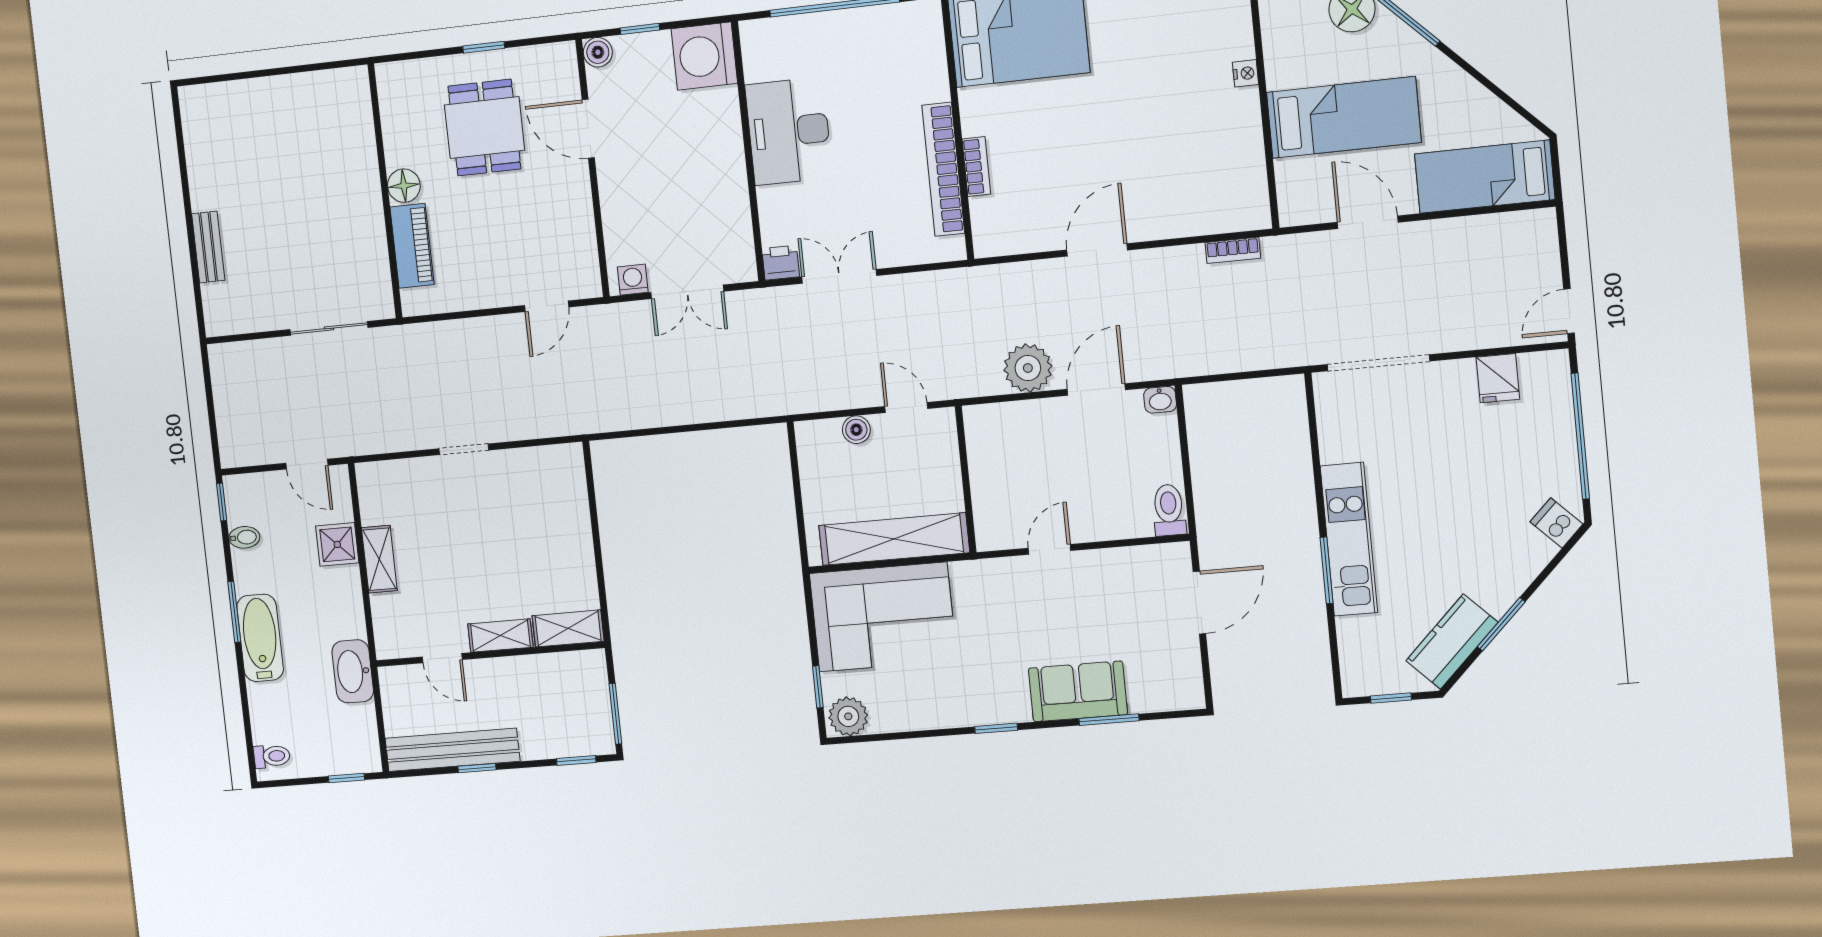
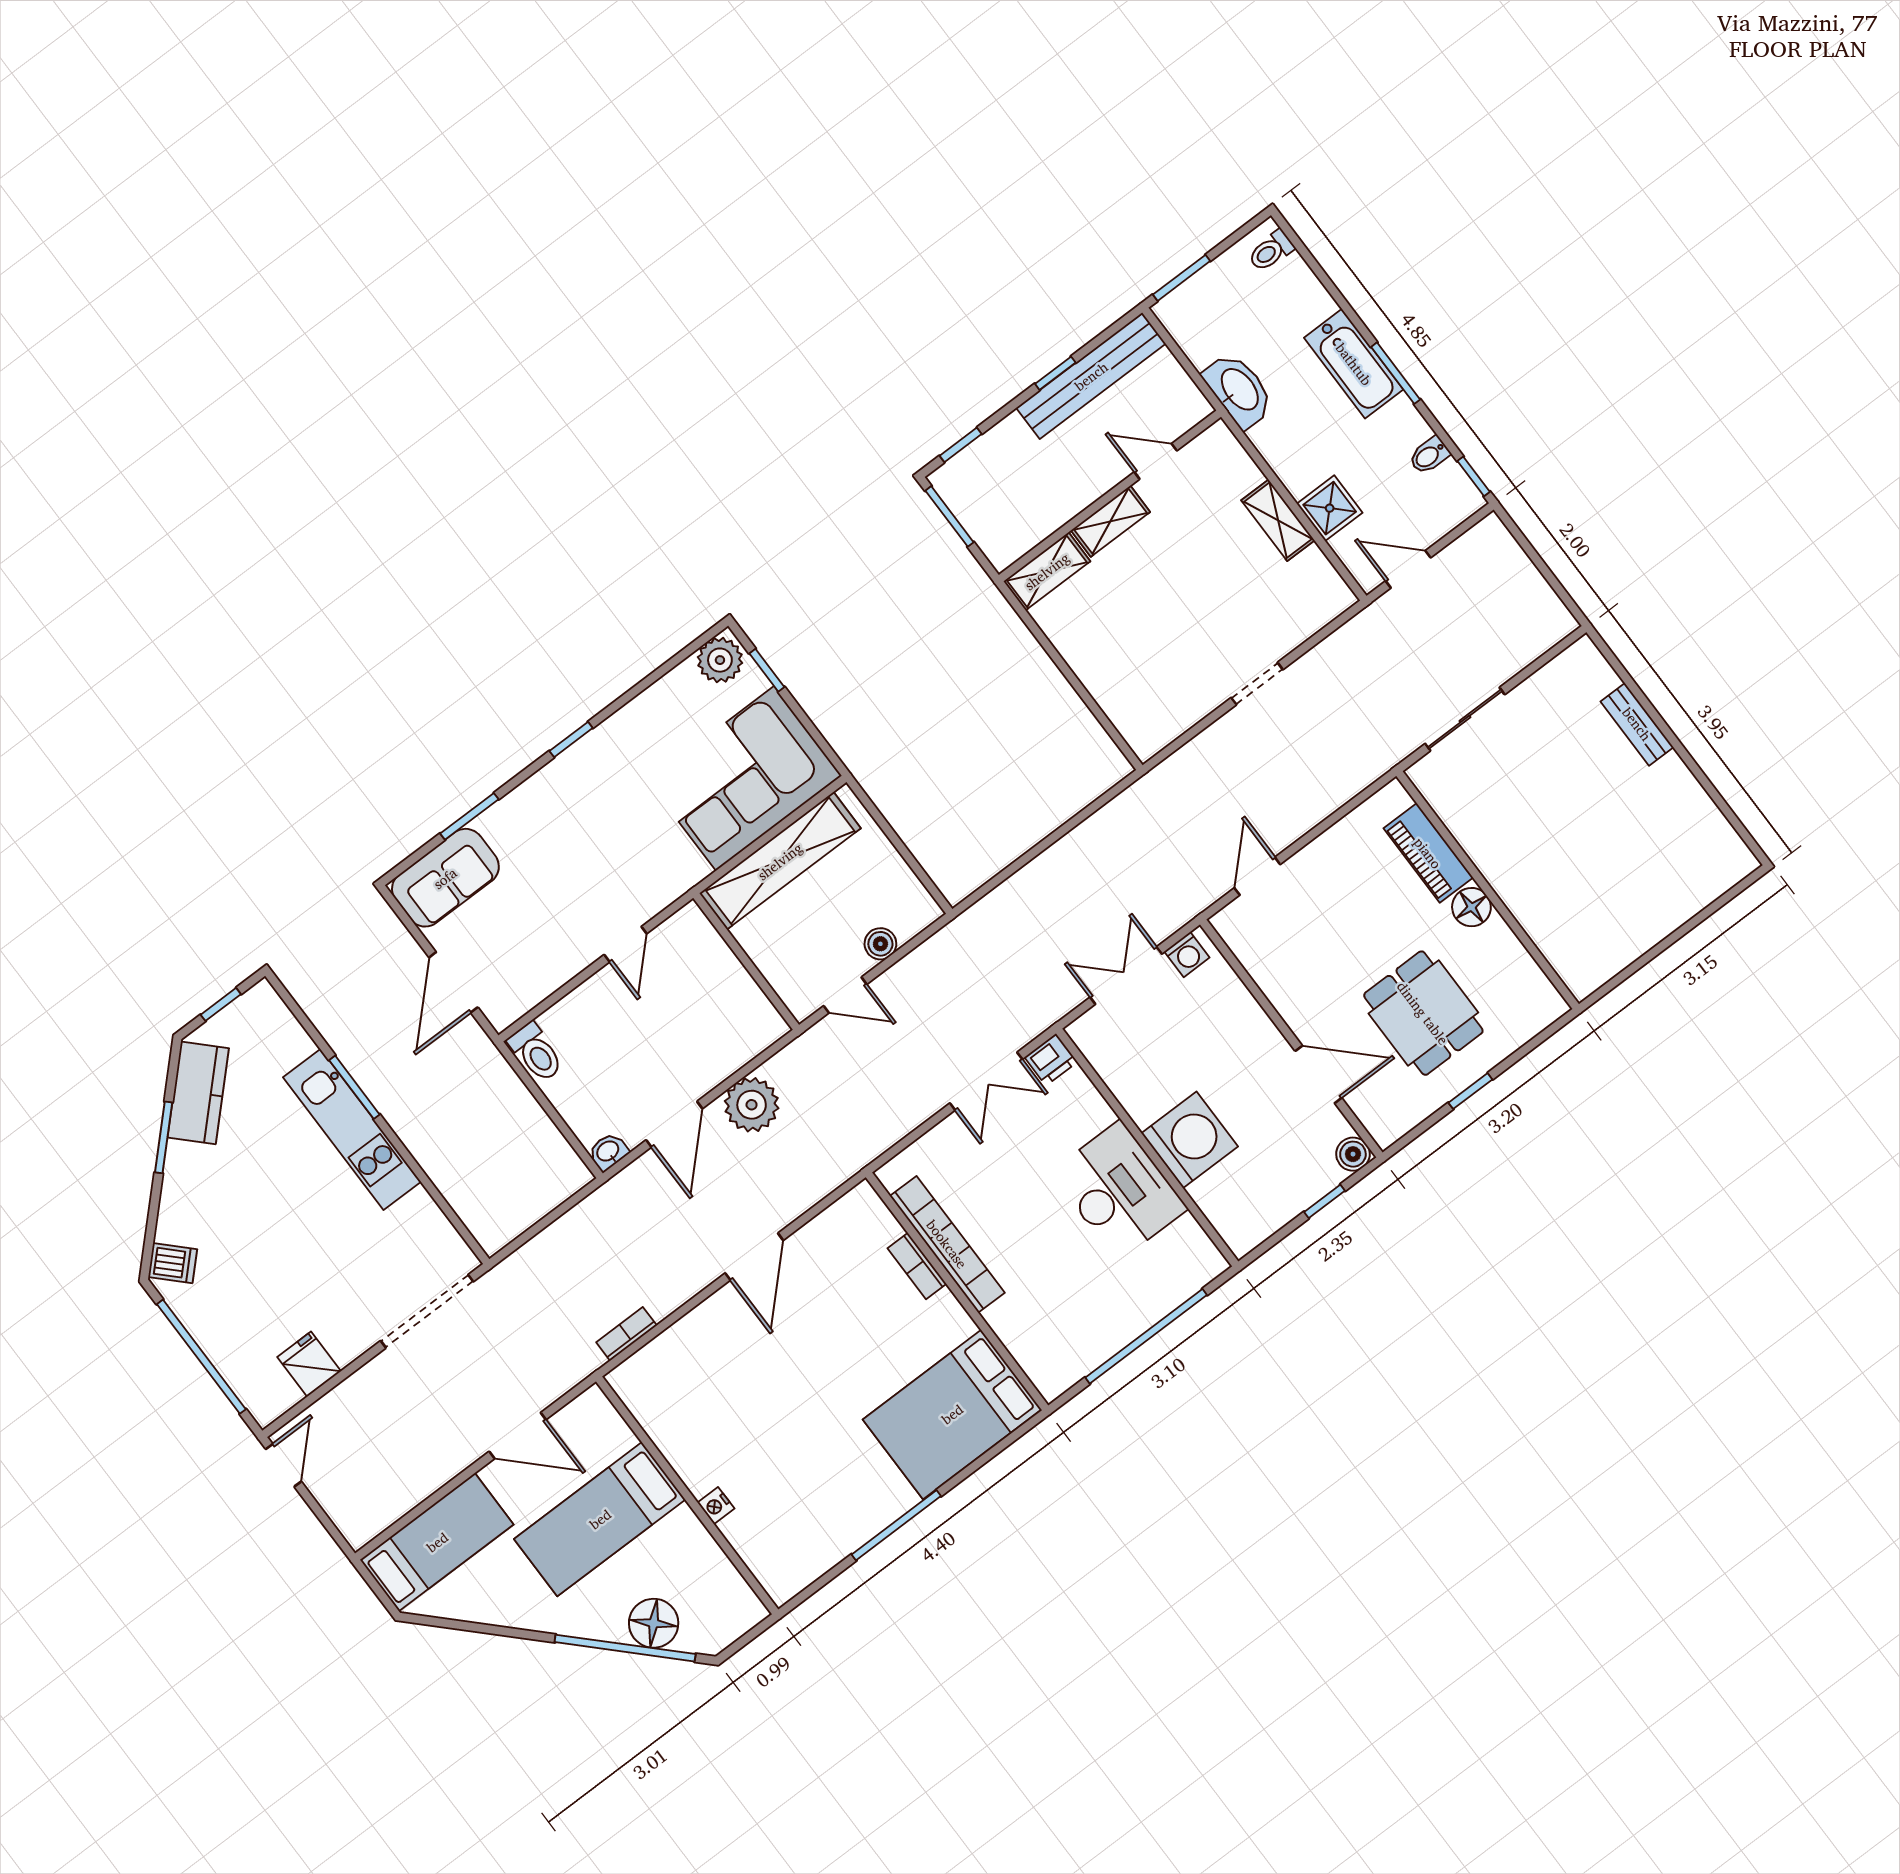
washing machine: (704, 56) -> (1190, 1140), moved
sofa: (1078, 691) -> (445, 878), moved
window: (347, 778) -> (1182, 278), width x1.50

